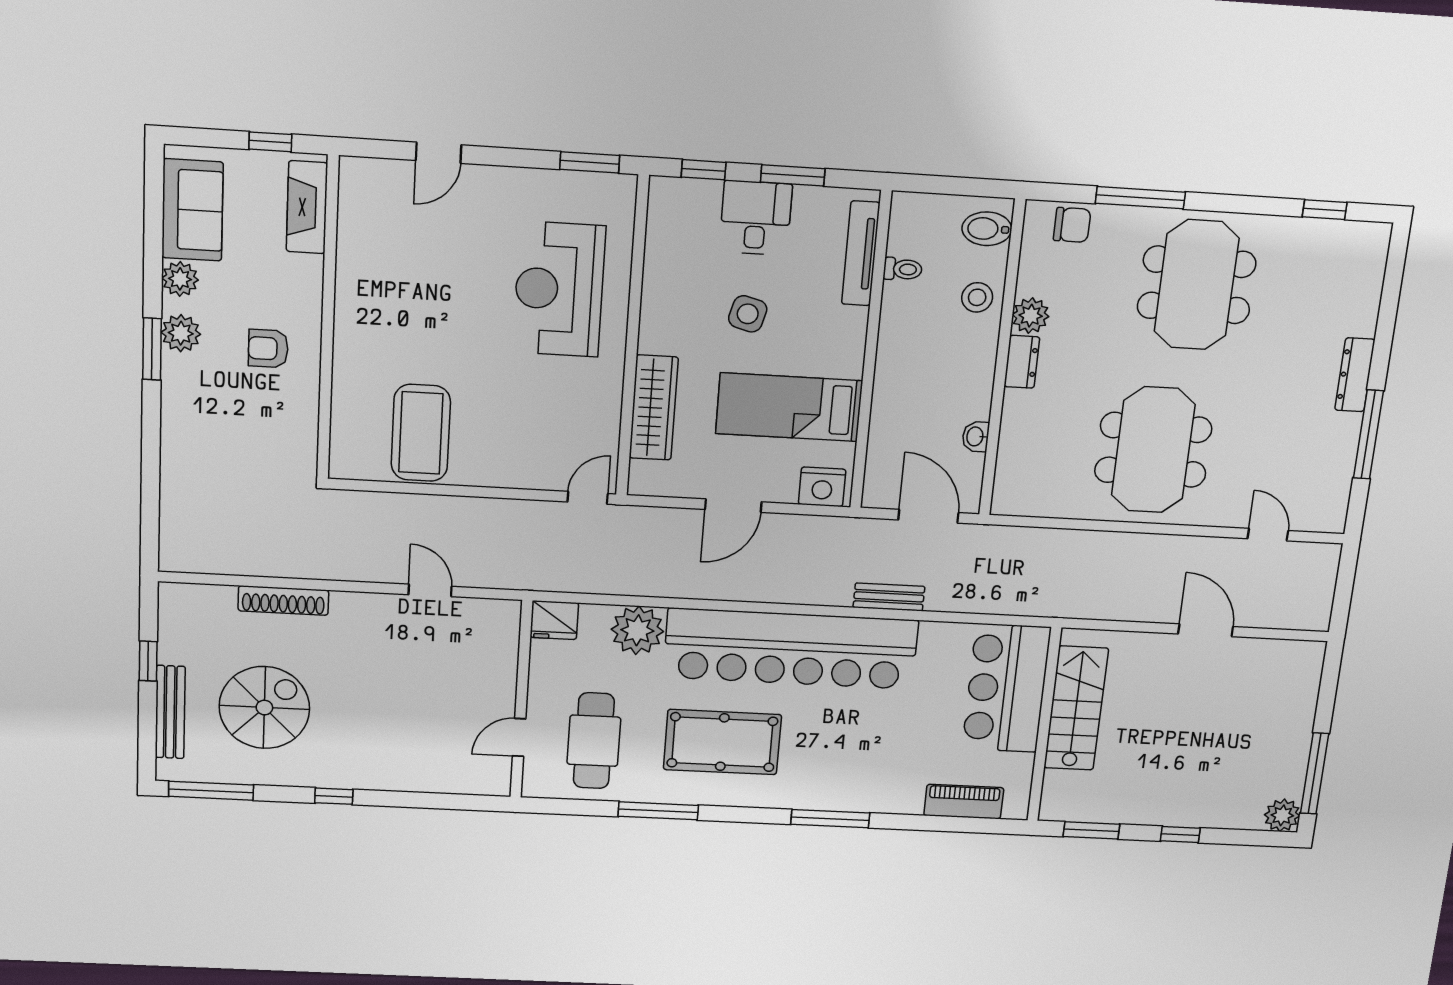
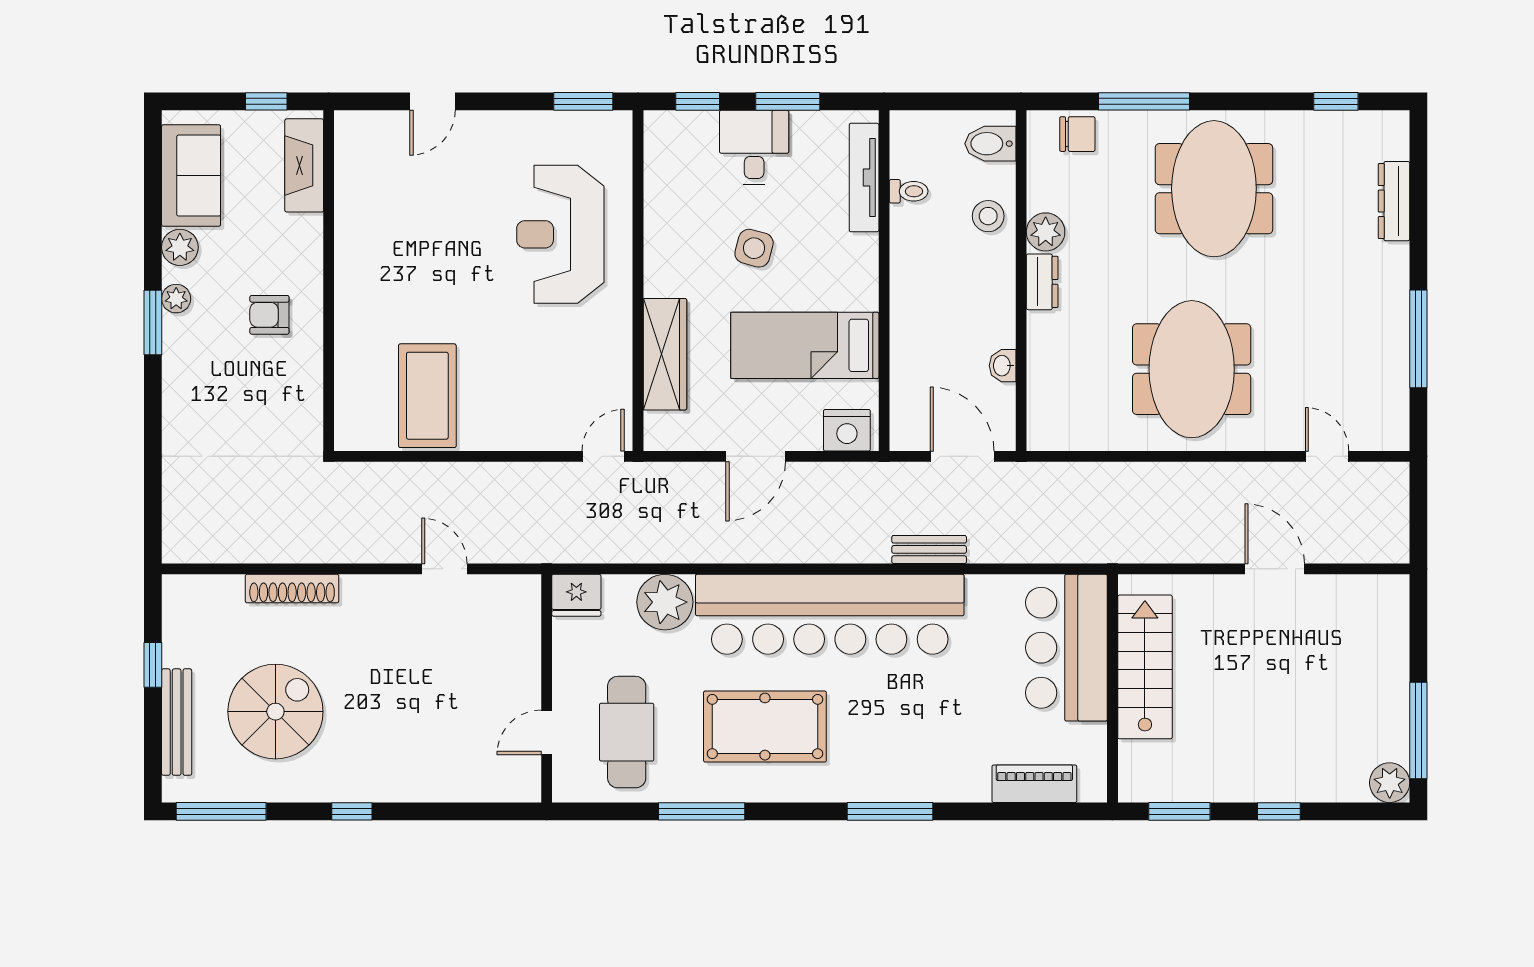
plant: (181, 333) -> (176, 299), width x0.73, depth x0.73
dresser: (1355, 375) -> (1394, 201), moved

